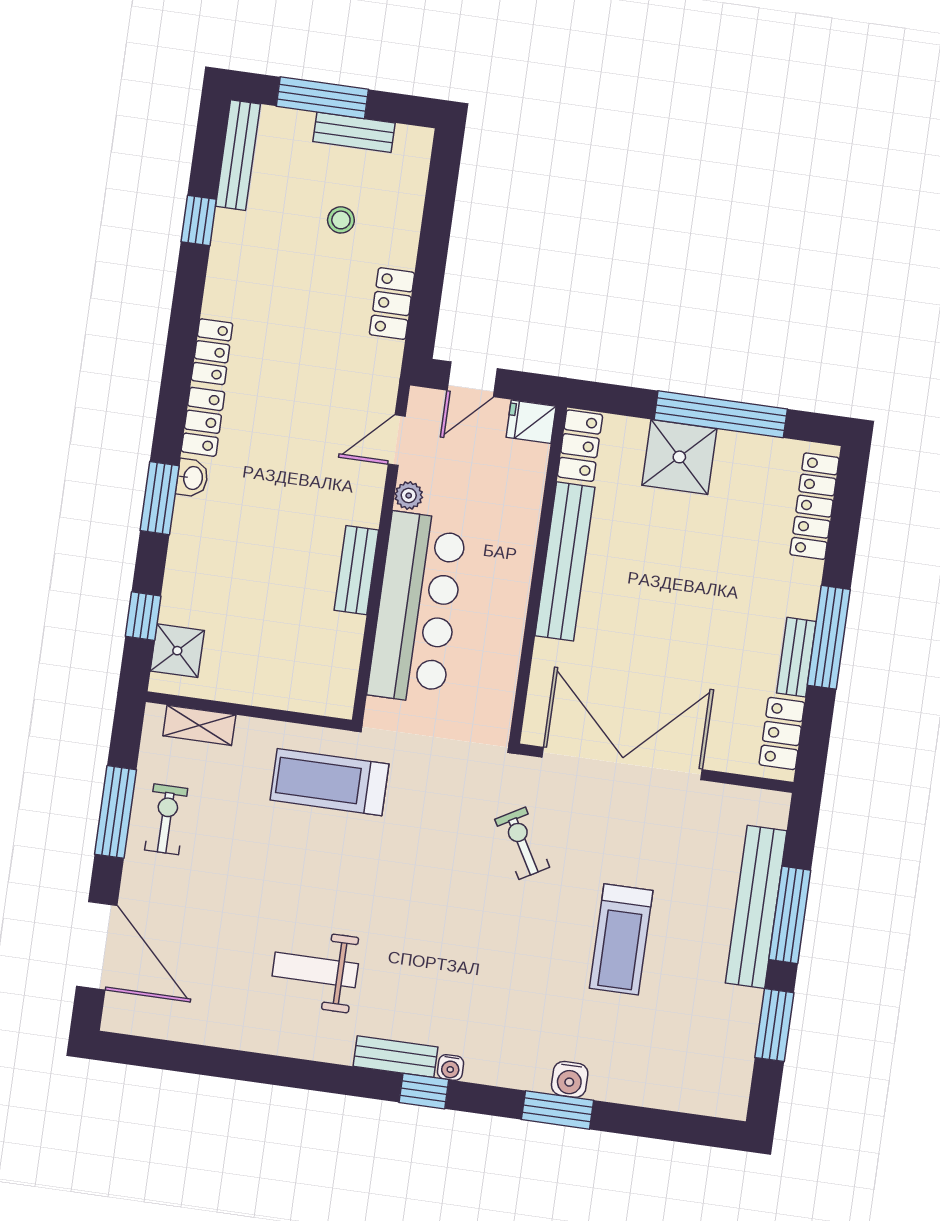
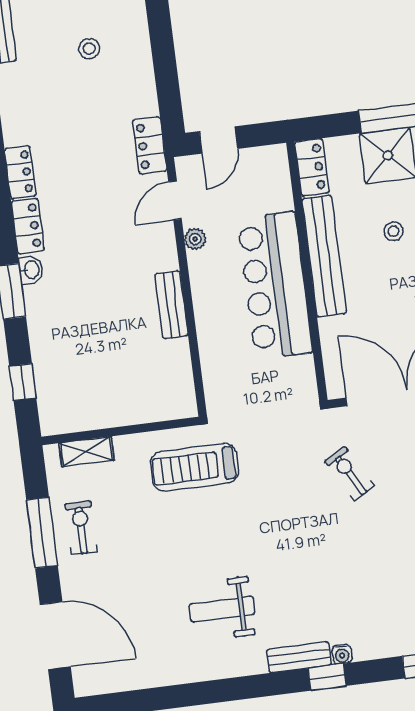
locker: (392, 304) -> (150, 145), moved
fridge: (531, 422) -> (271, 159), removed
stool: (661, 554) -> (394, 231), added
bar counter: (417, 608) -> (275, 285), moved, turned 180
shower: (177, 651) -> (55, 401), removed

